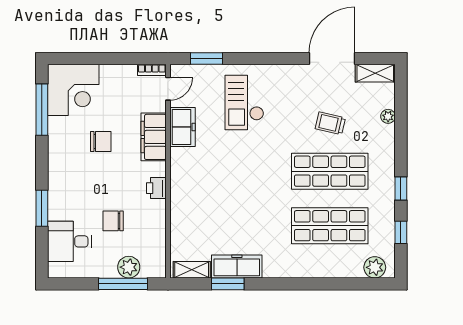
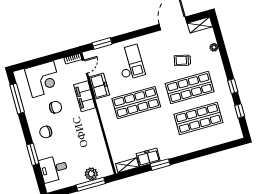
corner desk: (73, 90) -> (43, 79), moved
checkout: (244, 102) -> (130, 62), turned 180
shop shelf: (235, 171) -> (136, 103), added
printer: (156, 188) -> (94, 125), removed
chair: (113, 221) -> (46, 132), moved
freezer: (237, 266) -> (148, 157), width x0.71
plant: (375, 267) -> (230, 135), removed
window: (228, 284) -> (160, 165), moved

